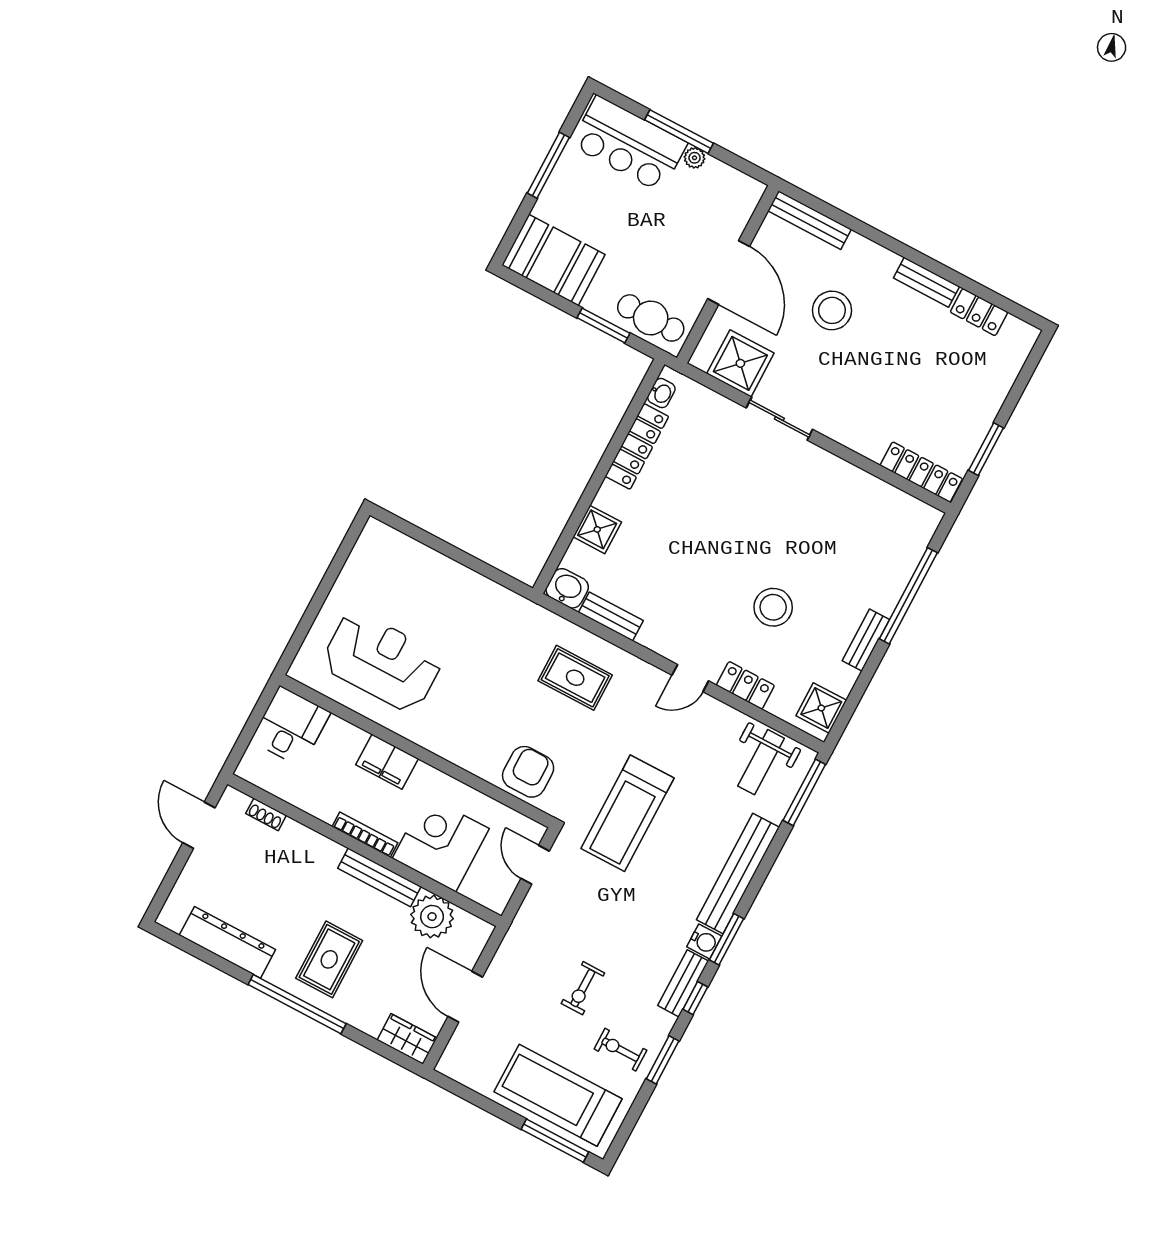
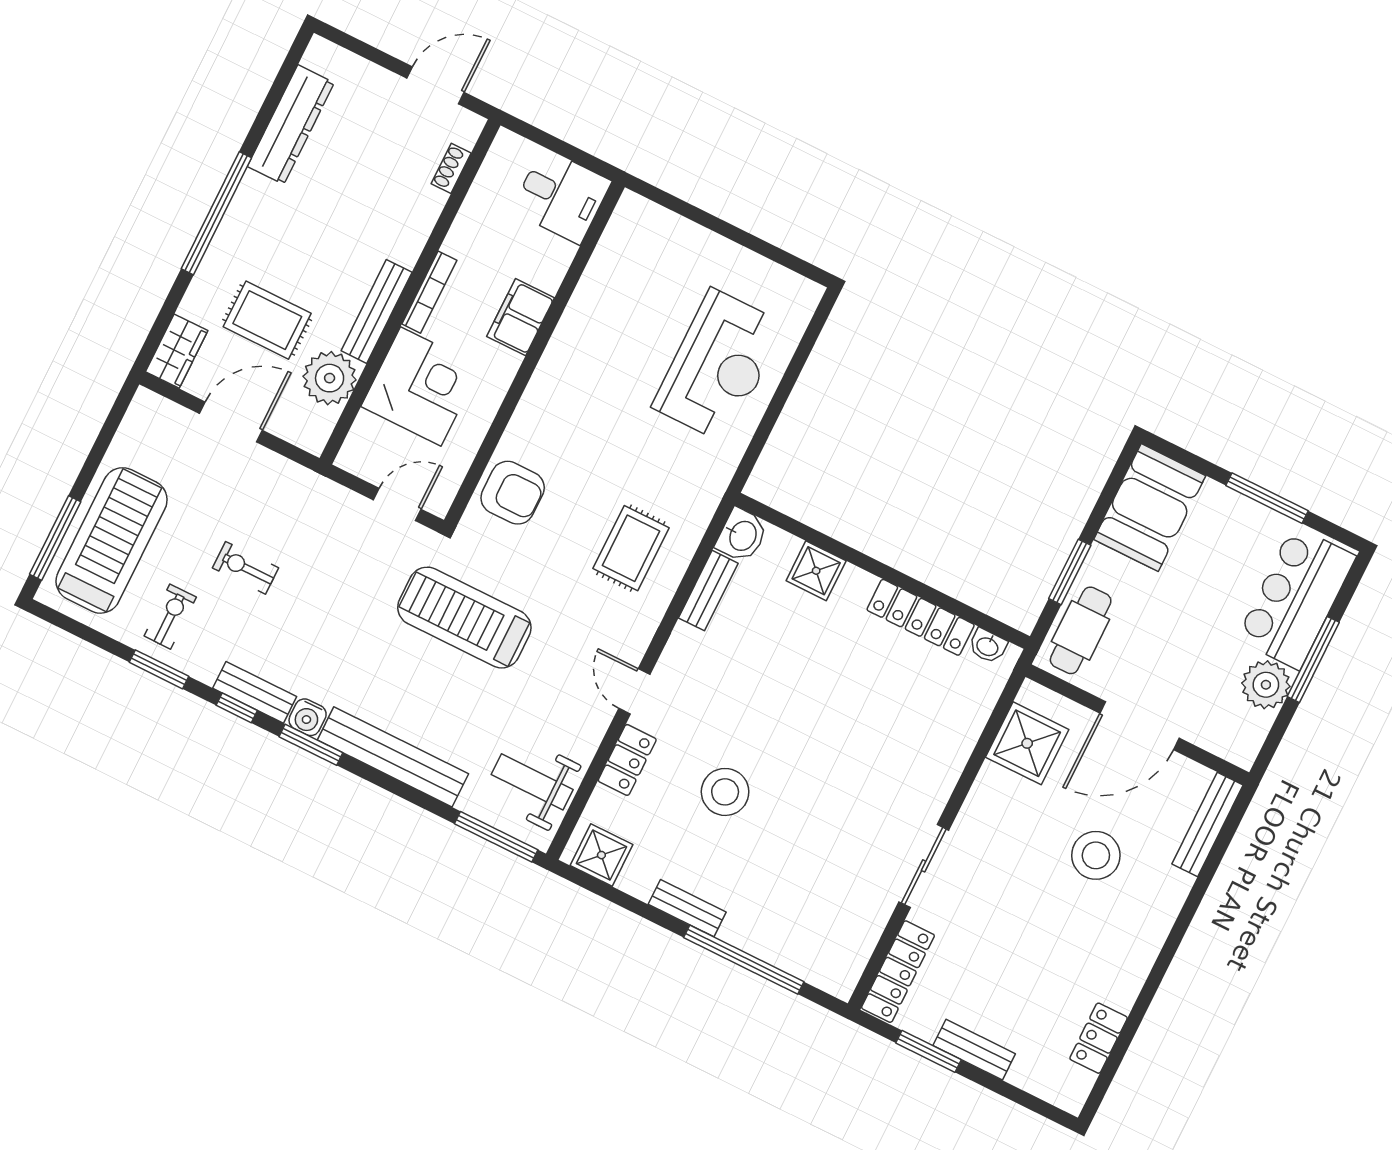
plant: (695, 158) -> (1266, 685), width x1.87, depth x1.87
bench: (926, 282) -> (974, 1050), moved, turned 90
sliding door: (779, 419) -> (924, 866), moved
reception desk: (382, 661) -> (719, 366), moved
rug: (329, 959) -> (267, 320), moved

